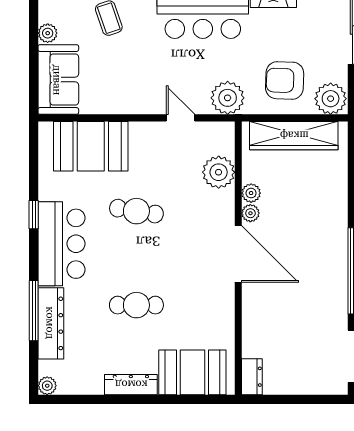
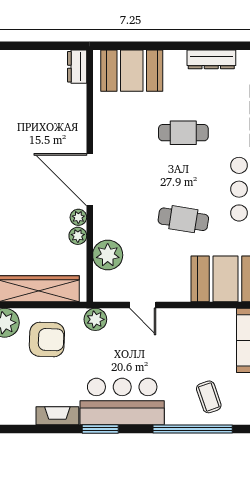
plant: (228, 98) -> (95, 319), width x0.73, depth x0.73
dresser: (131, 385) -> (211, 59), moved

